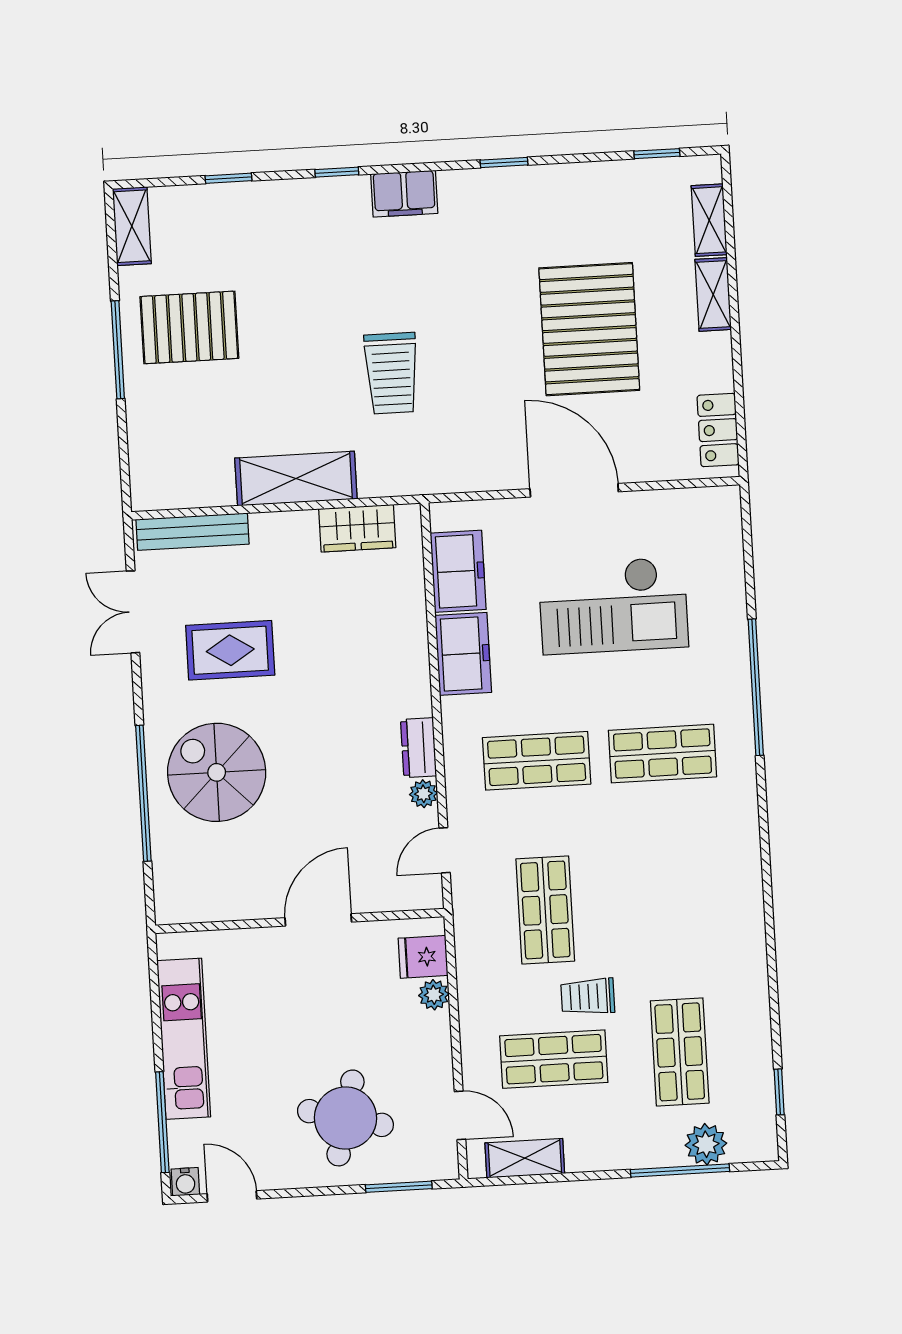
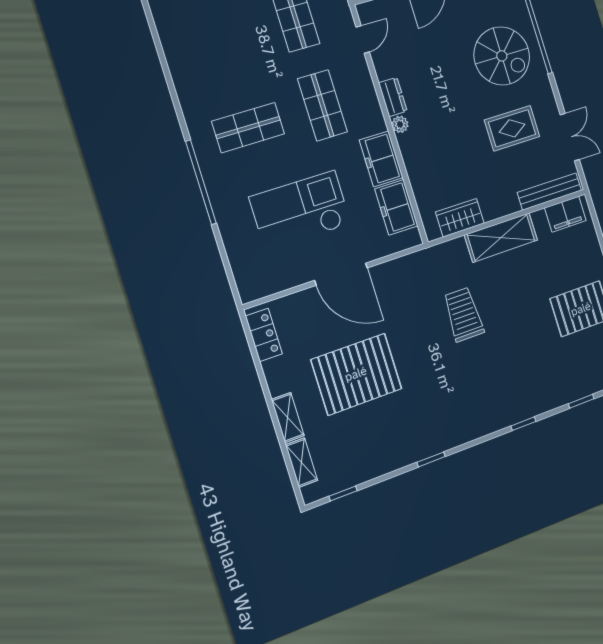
filing cabinet: (404, 194) -> (565, 214), moved, turned 180
pallet: (589, 329) -> (356, 374), turned 90
shop shelf: (537, 761) -> (322, 105), turned 90
plant: (423, 794) -> (400, 124), moved

